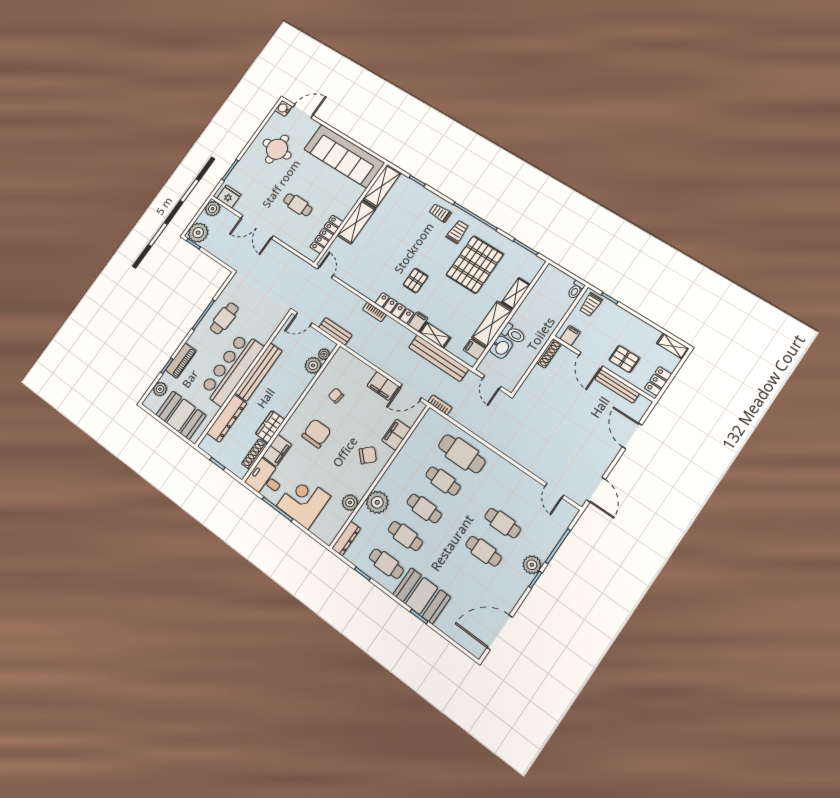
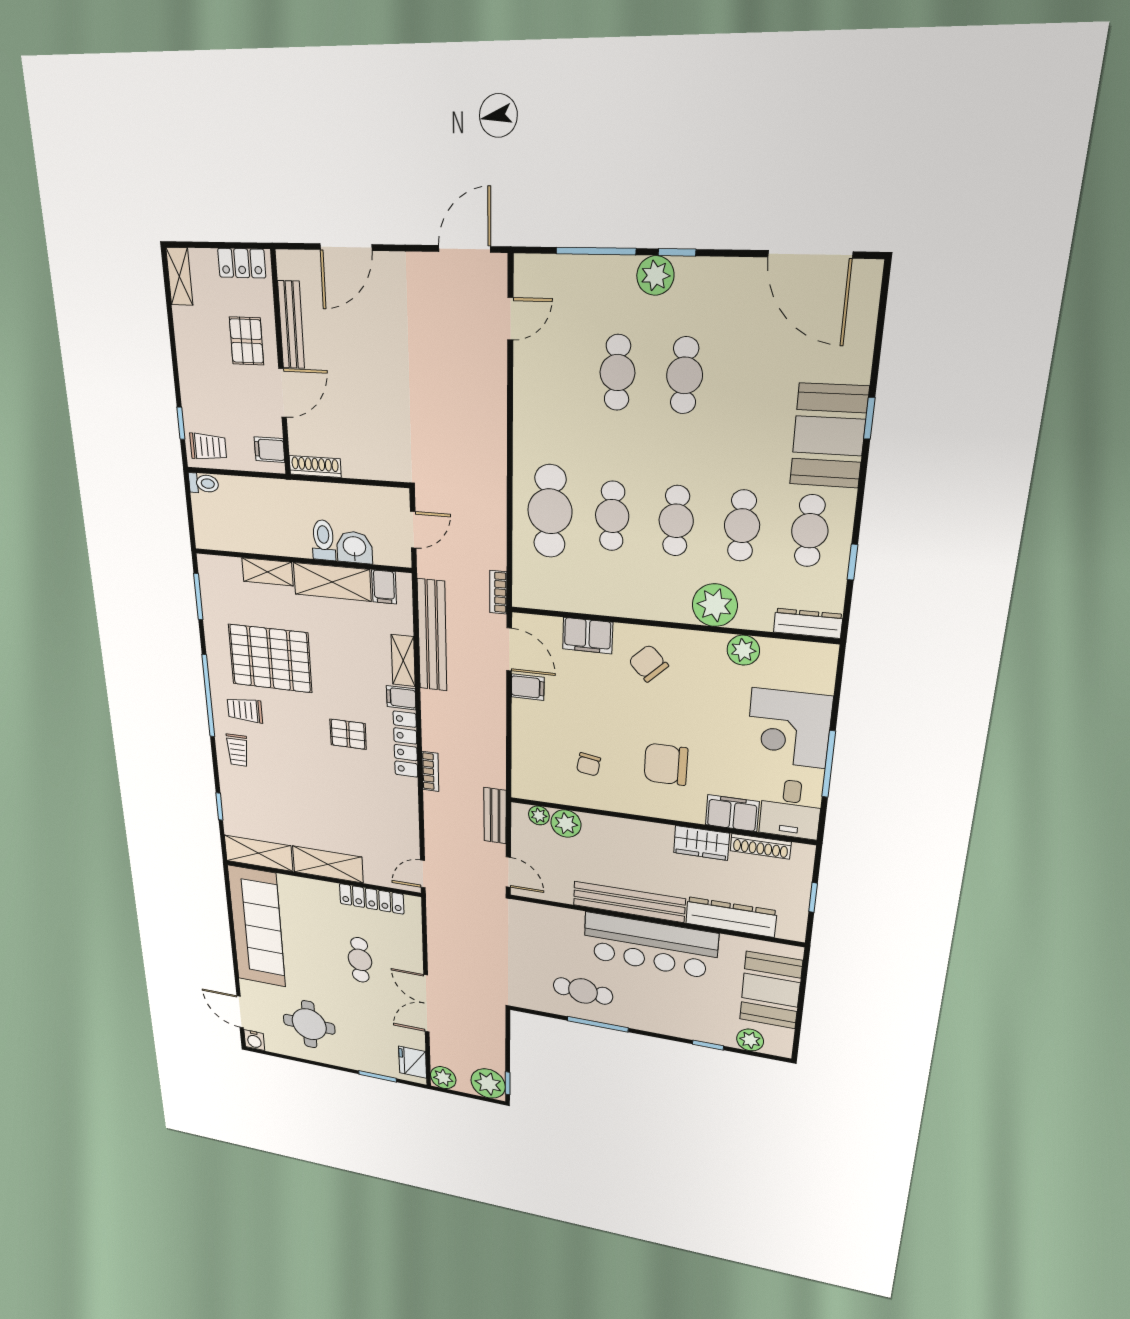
double door: (257, 227) -> (426, 1003), swing flipped
piano: (181, 361) -> (686, 1028), removed
filing cabinet: (383, 386) -> (528, 687), width x0.50

